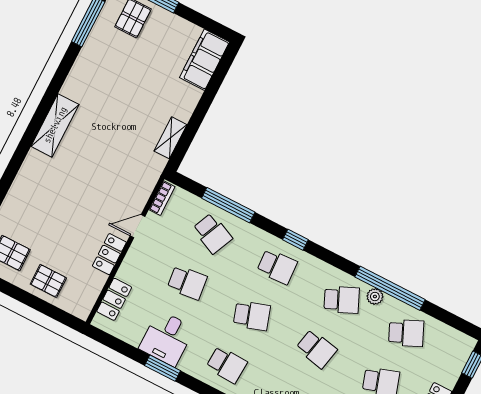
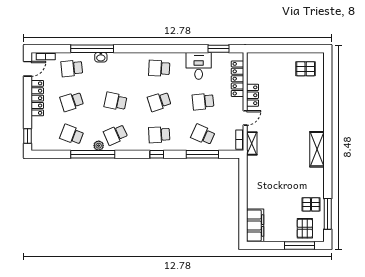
shelving: (171, 138) -> (252, 143), moved
pallet: (48, 281) -> (311, 204), moved
locker: (114, 299) -> (238, 79), width x1.53
school desk: (406, 333) -> (72, 135), turned 45
window: (163, 368) -> (219, 49), moved

